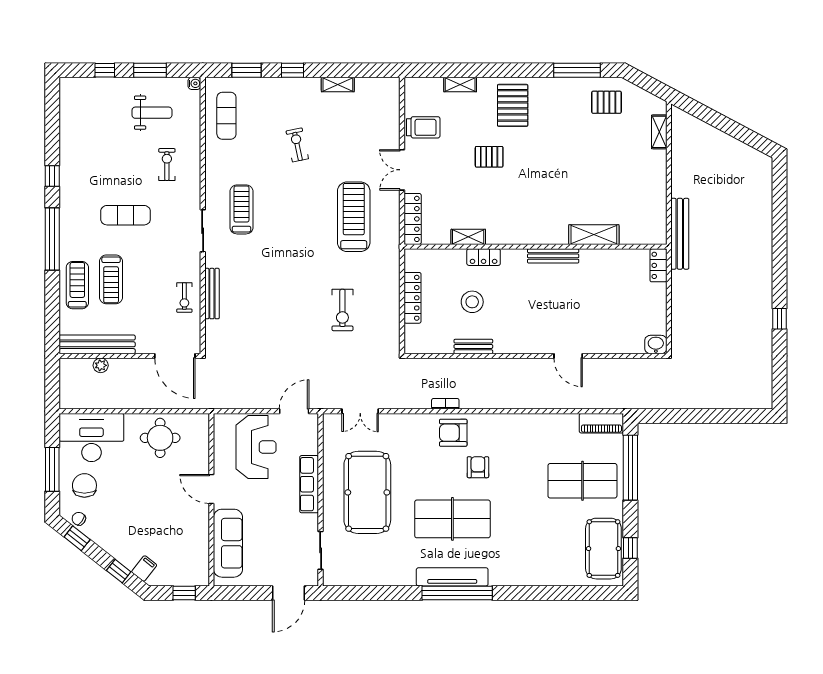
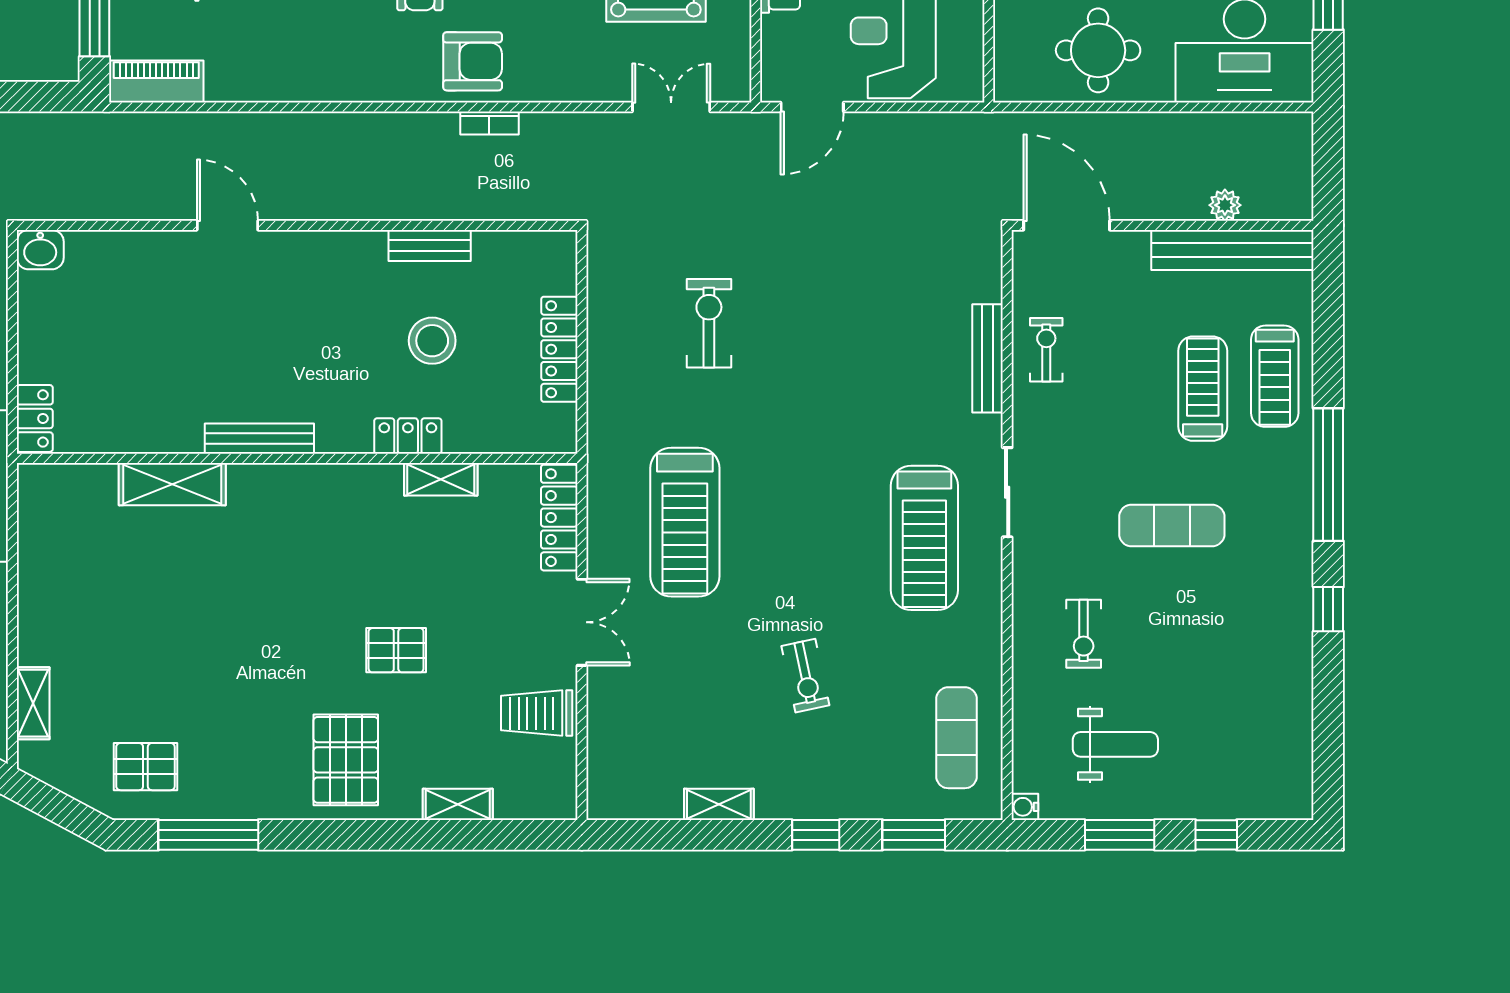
weight bench: (152, 113) -> (1115, 744), turned 180
treadmill: (241, 209) -> (924, 538), width x1.37, depth x1.38

